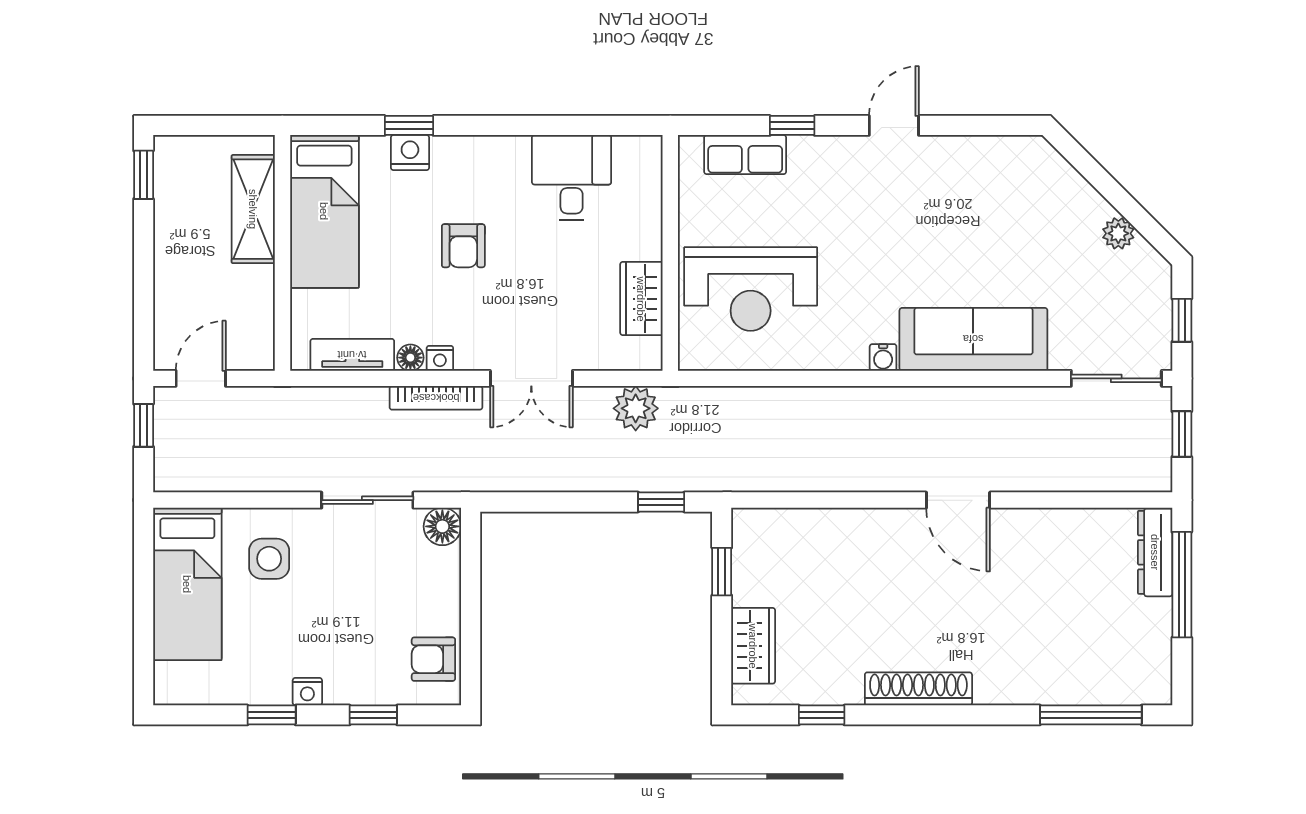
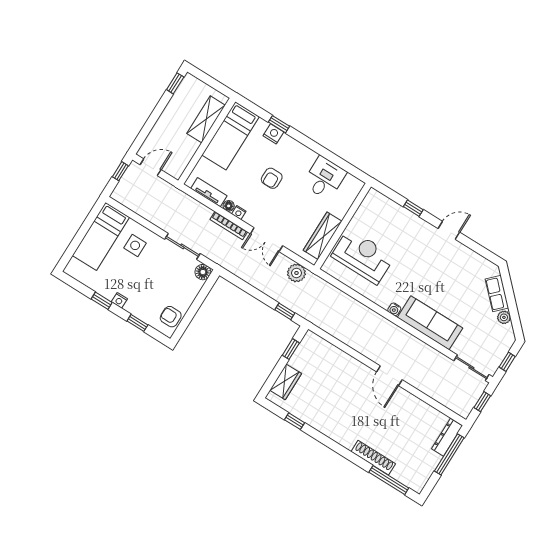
row of seats: (745, 155) -> (497, 294), moved, turned 45
reception desk: (751, 289) -> (363, 256), turned 180
wardrobe: (641, 299) -> (323, 236), width x1.50
shoe rack: (918, 689) -> (373, 458), moved

